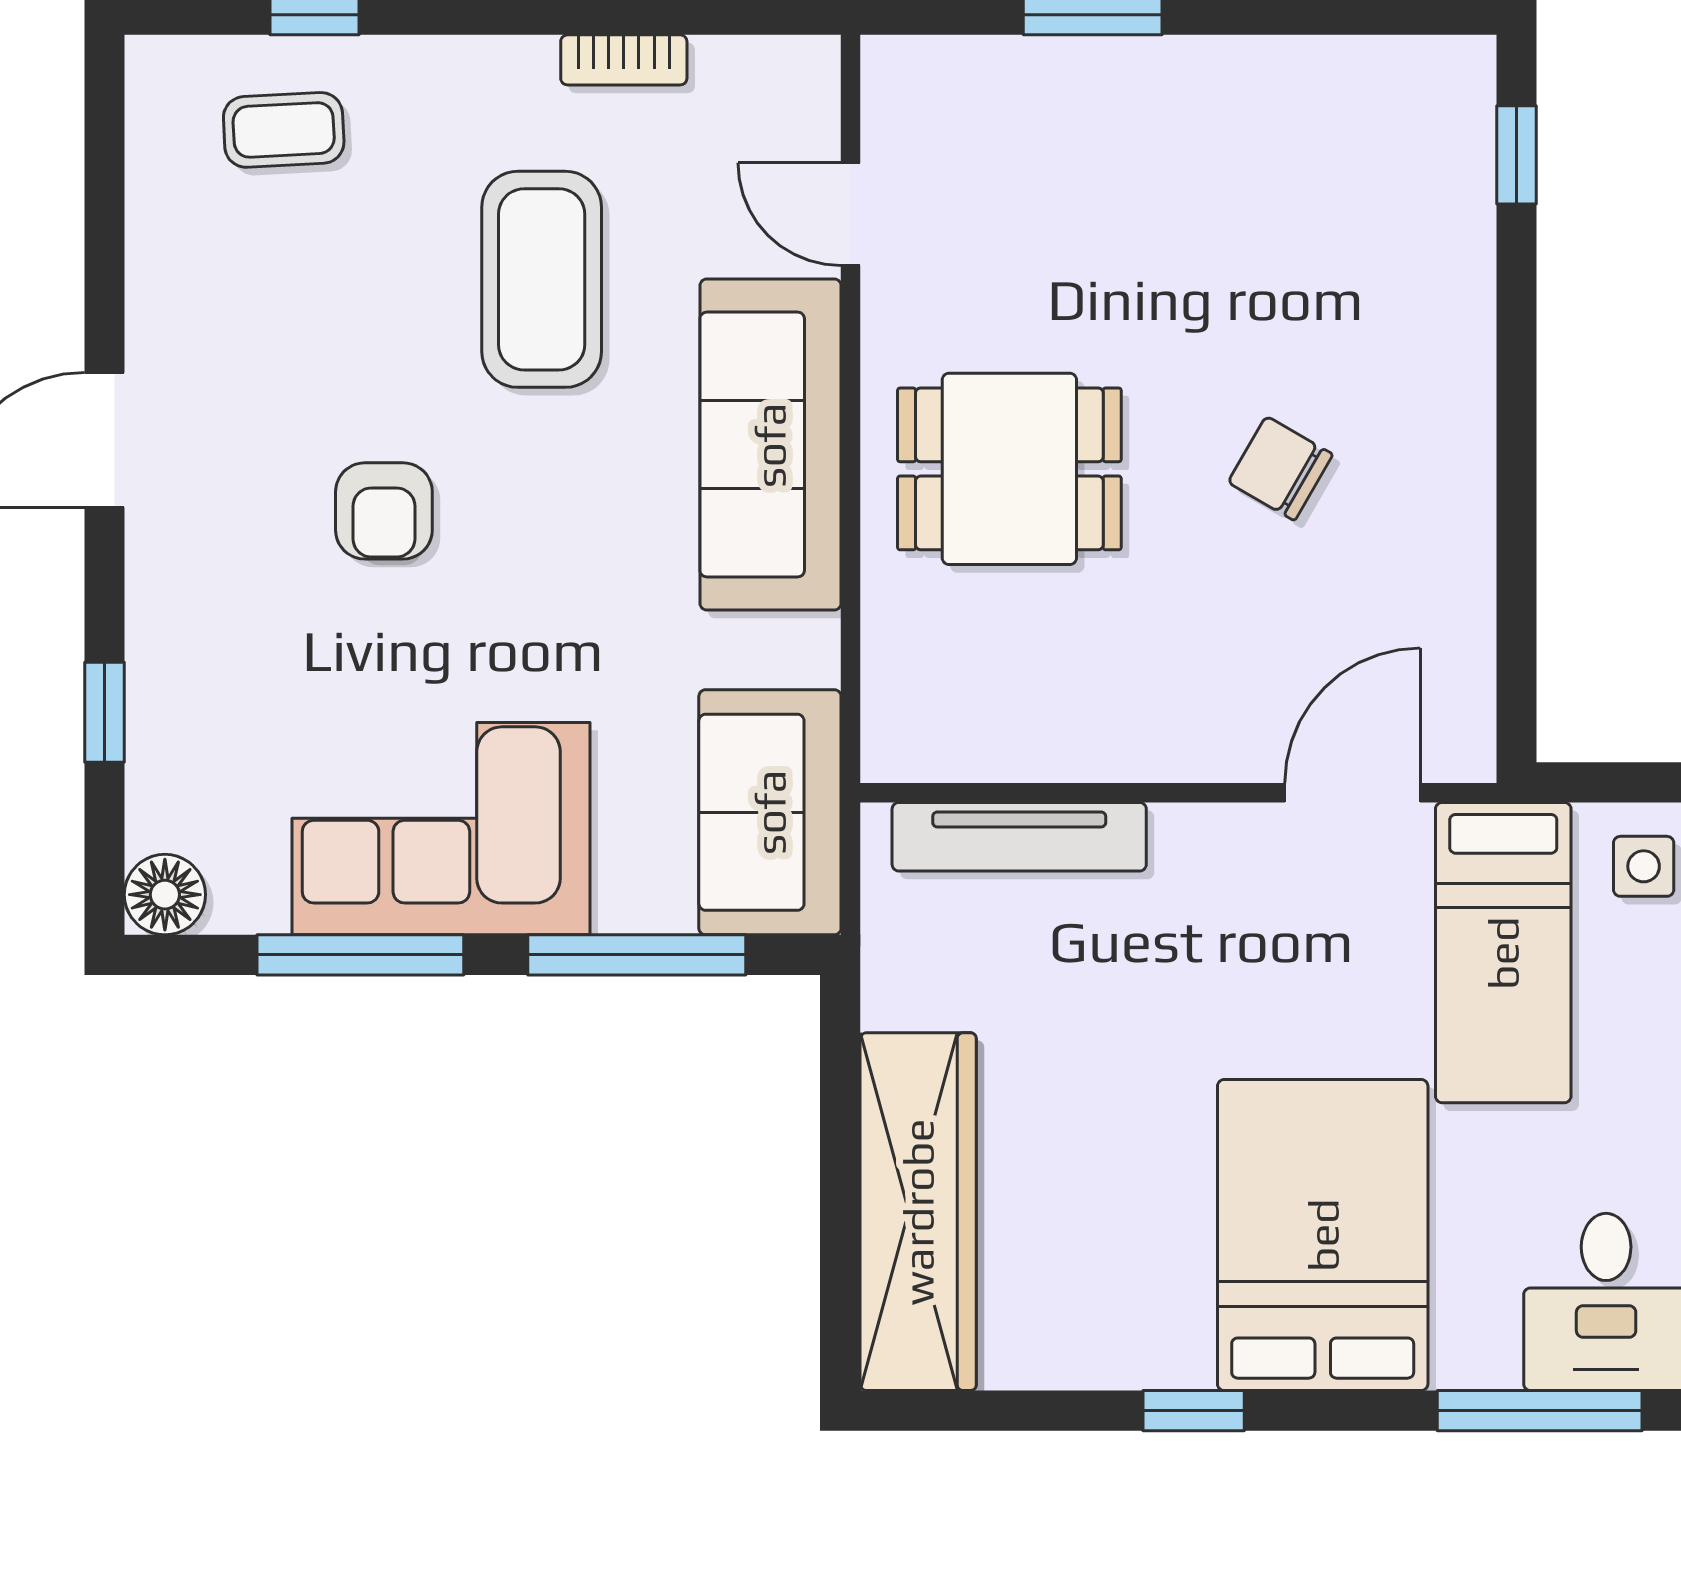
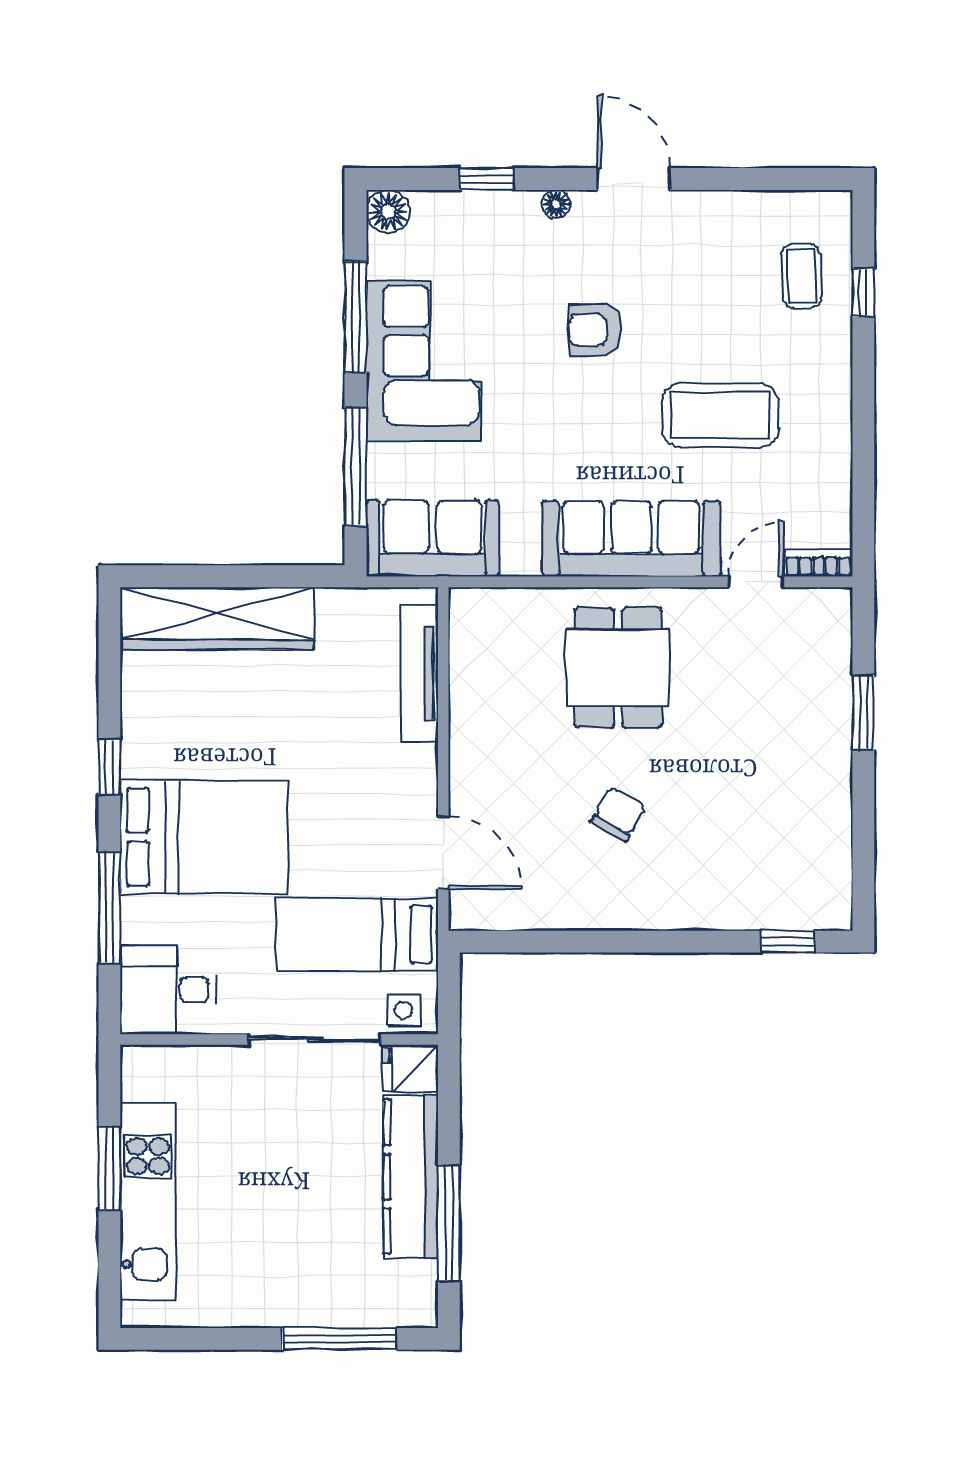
bookcase: (624, 60) -> (819, 563), moved, turned 90
floor lamp: (151, 584) -> (556, 204), added
window: (1540, 1411) -> (109, 907), moved

